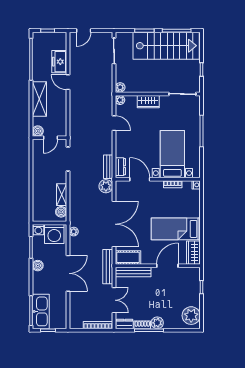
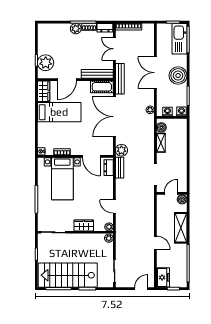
freezer: (59, 62) -> (163, 277), moved
washing machine: (54, 234) -> (167, 112), width x0.53, depth x0.53
boiler: (38, 266) -> (178, 76), width x1.86, depth x1.86
plant: (191, 316) -> (46, 63), moved

